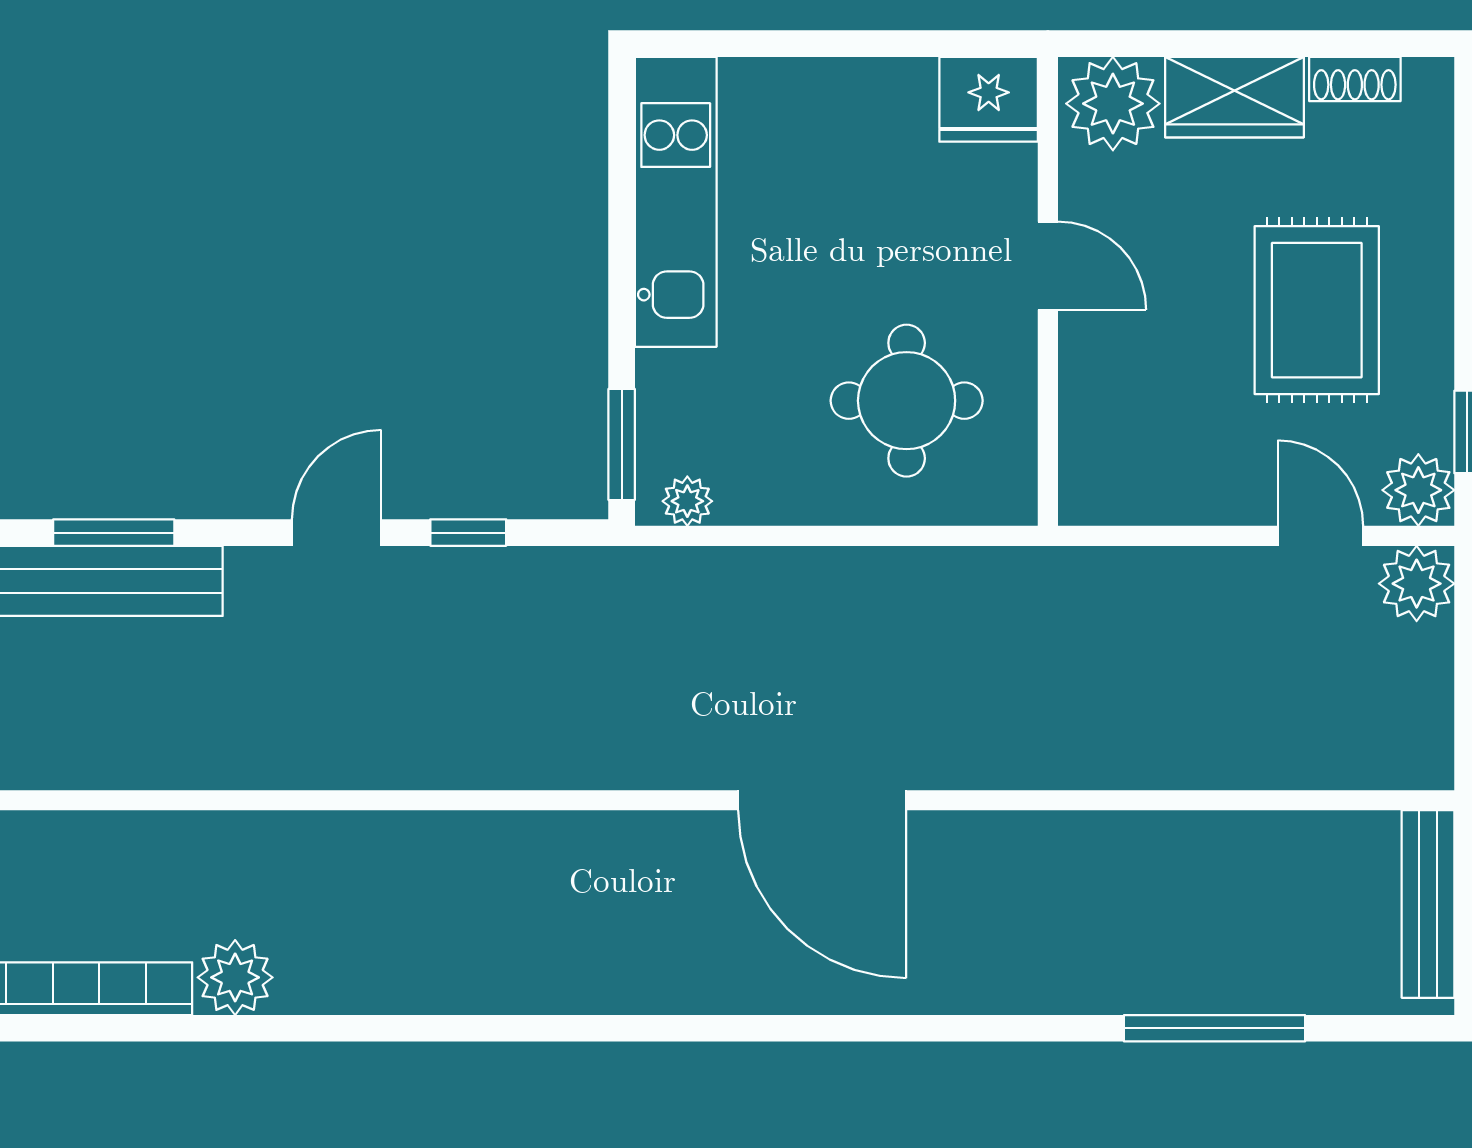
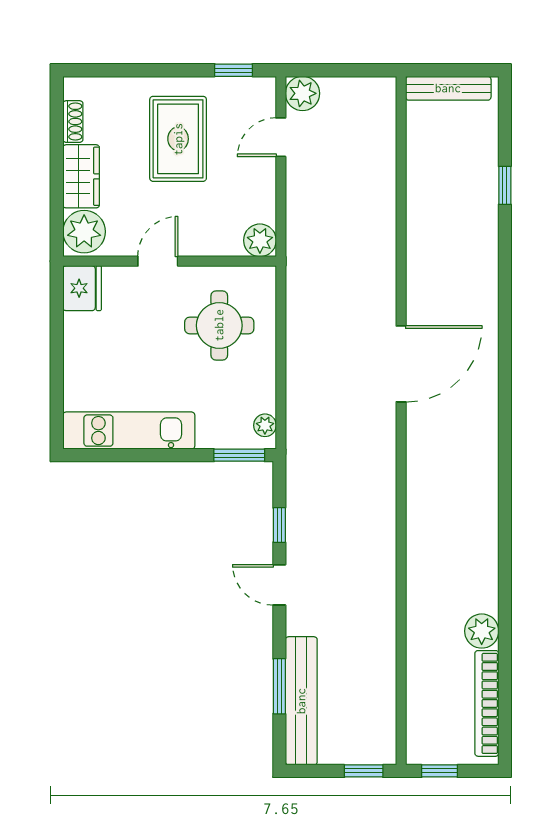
rug: (1317, 310) -> (178, 139), turned 90
plant: (1418, 490) -> (260, 240), moved
window: (1214, 1028) -> (505, 185), width x0.46

